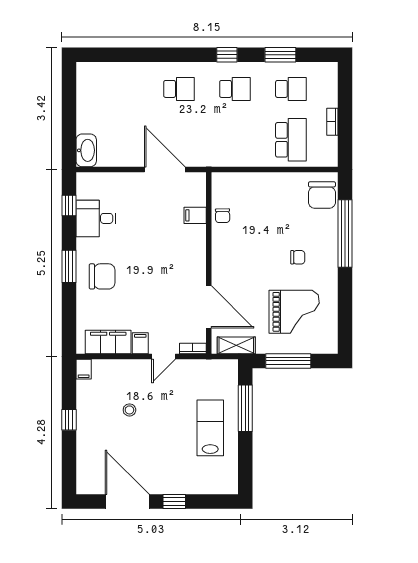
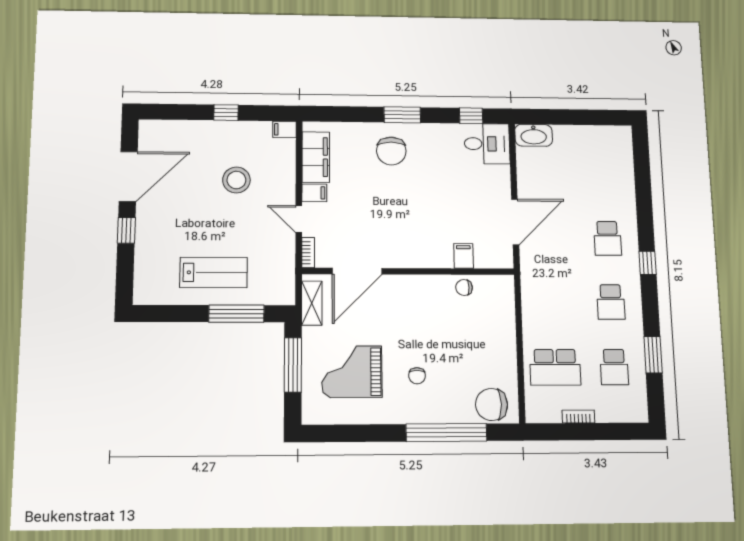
window: (227, 55) -> (648, 263), moved
desk: (96, 218) -> (487, 144), moved, turned 90
grand piano: (294, 312) -> (352, 372), turned 90
stool: (129, 410) -> (236, 180), width x1.89, depth x1.89

